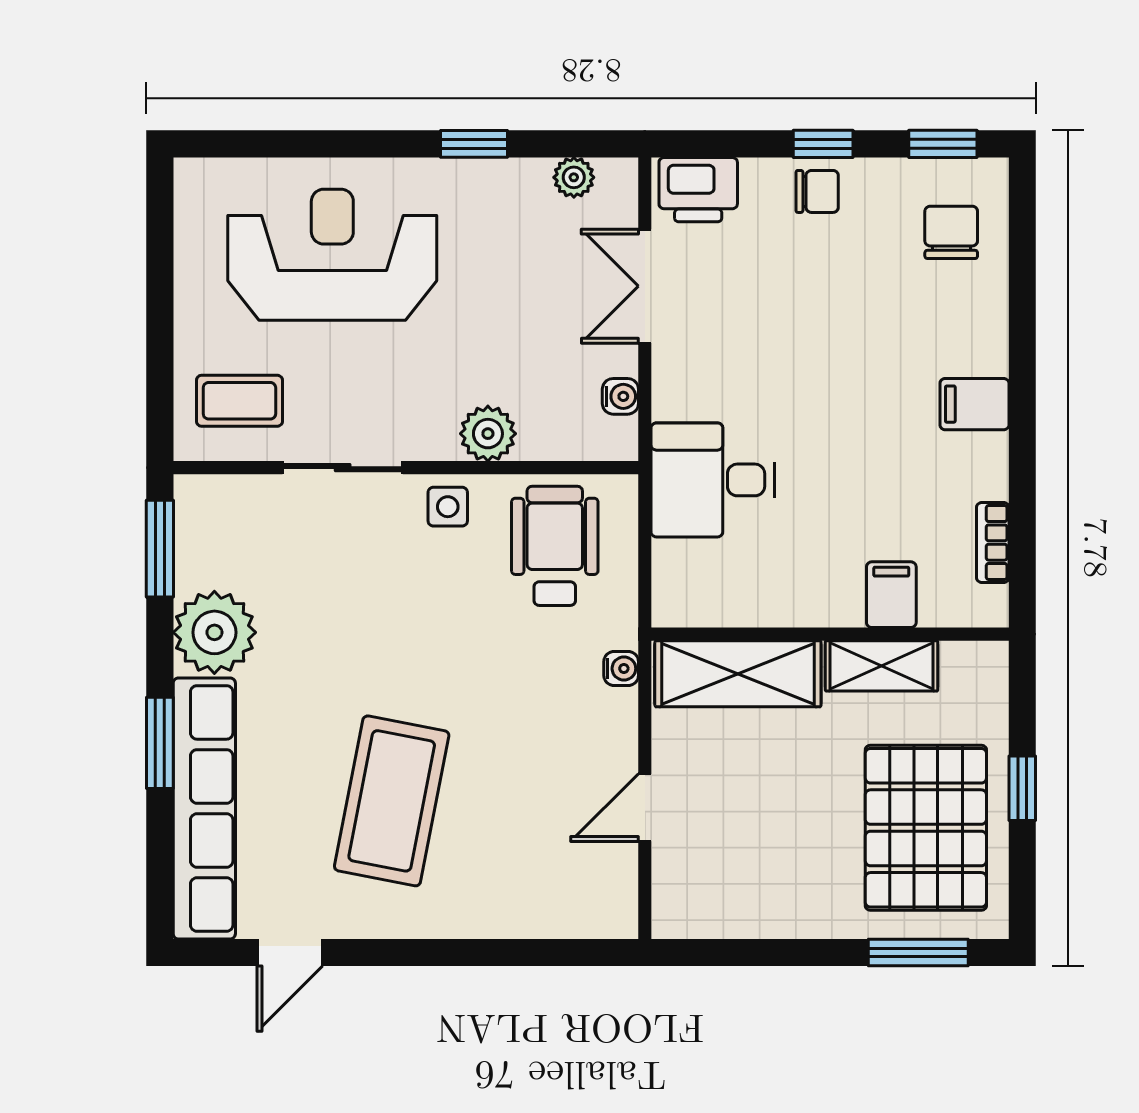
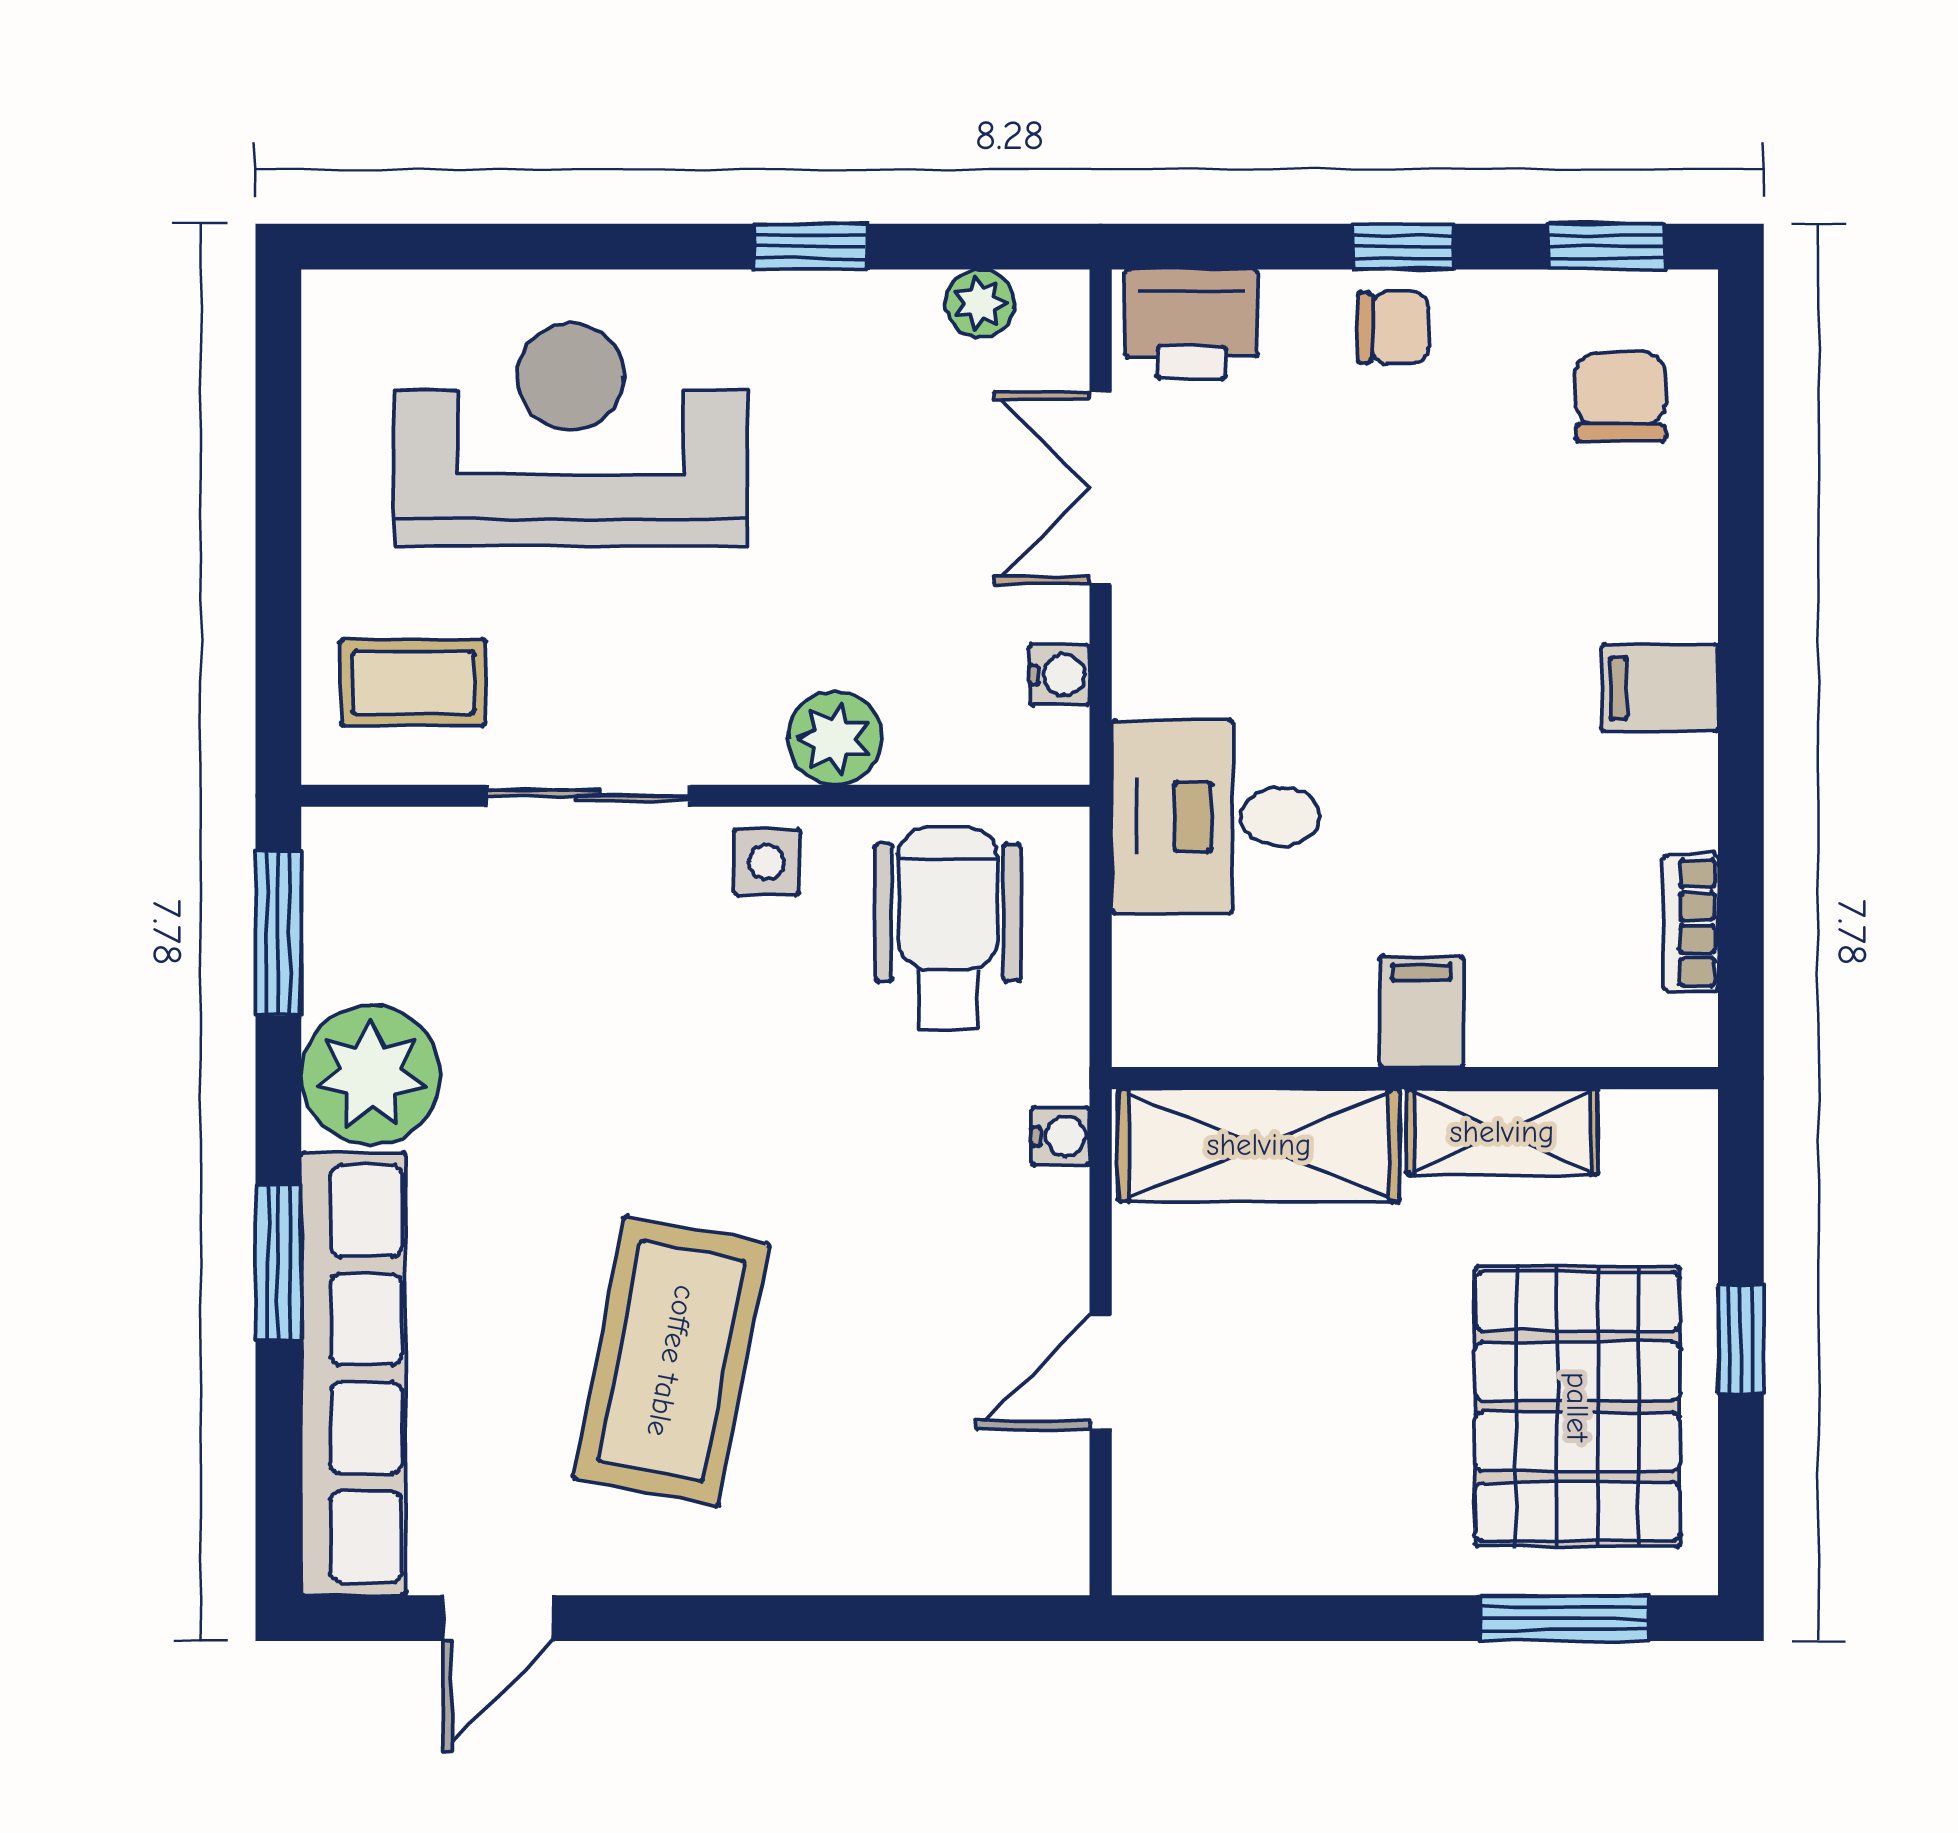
filing cabinet: (891, 595) -> (1421, 1011), moved

